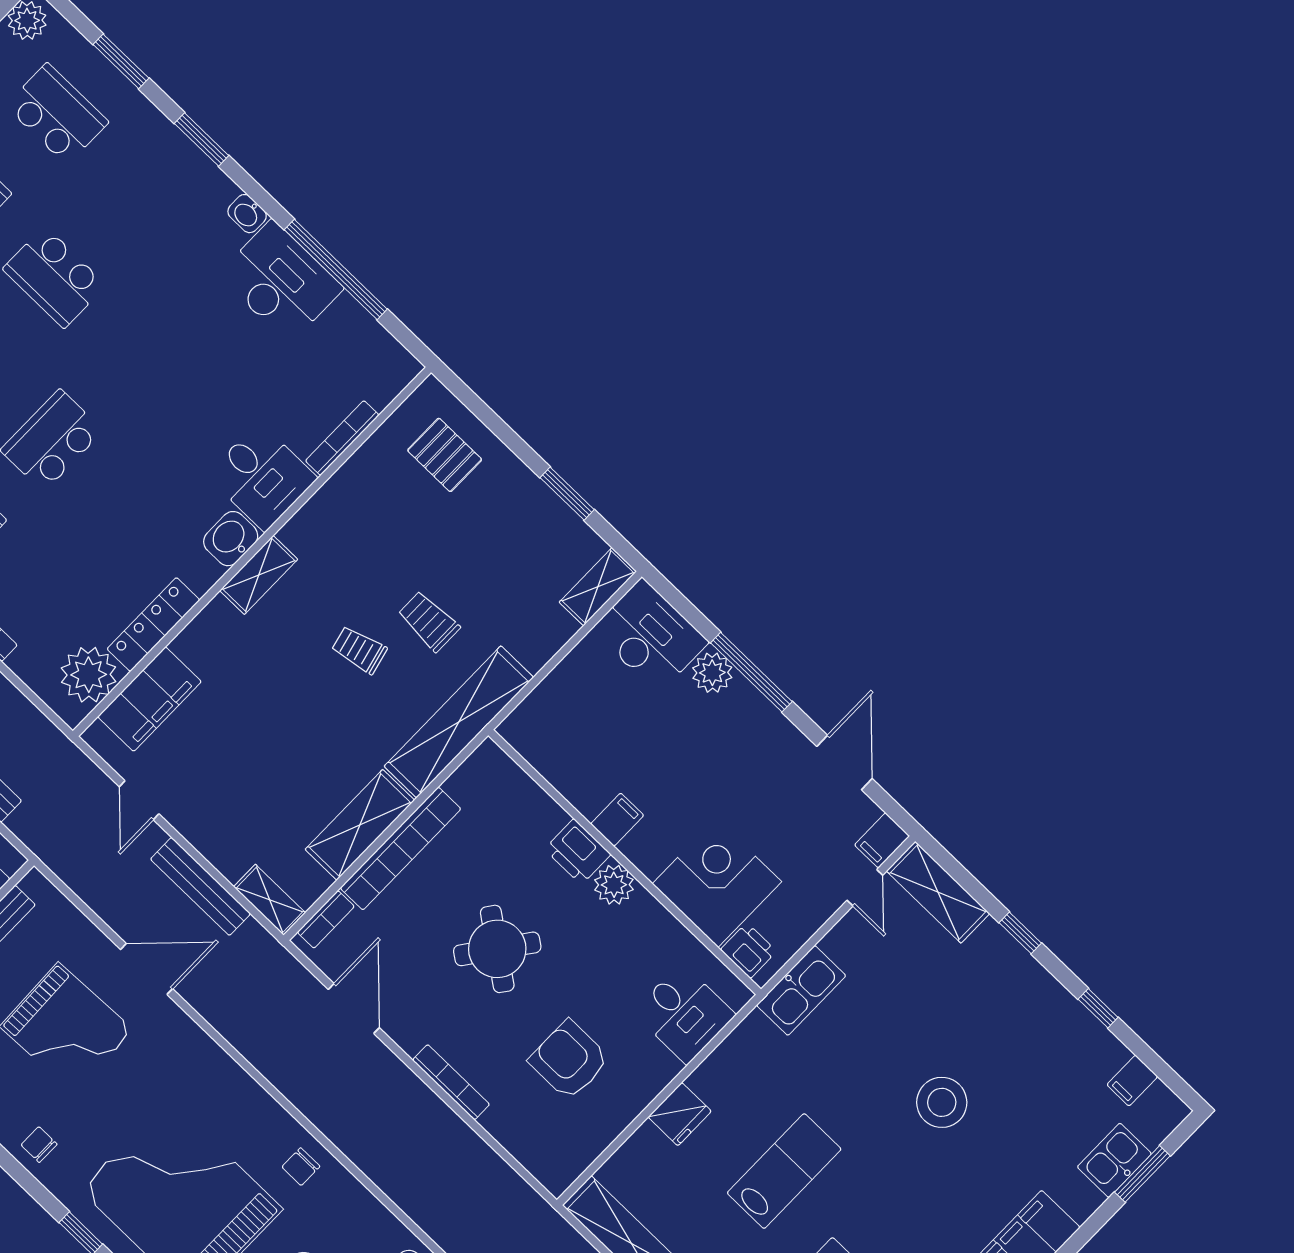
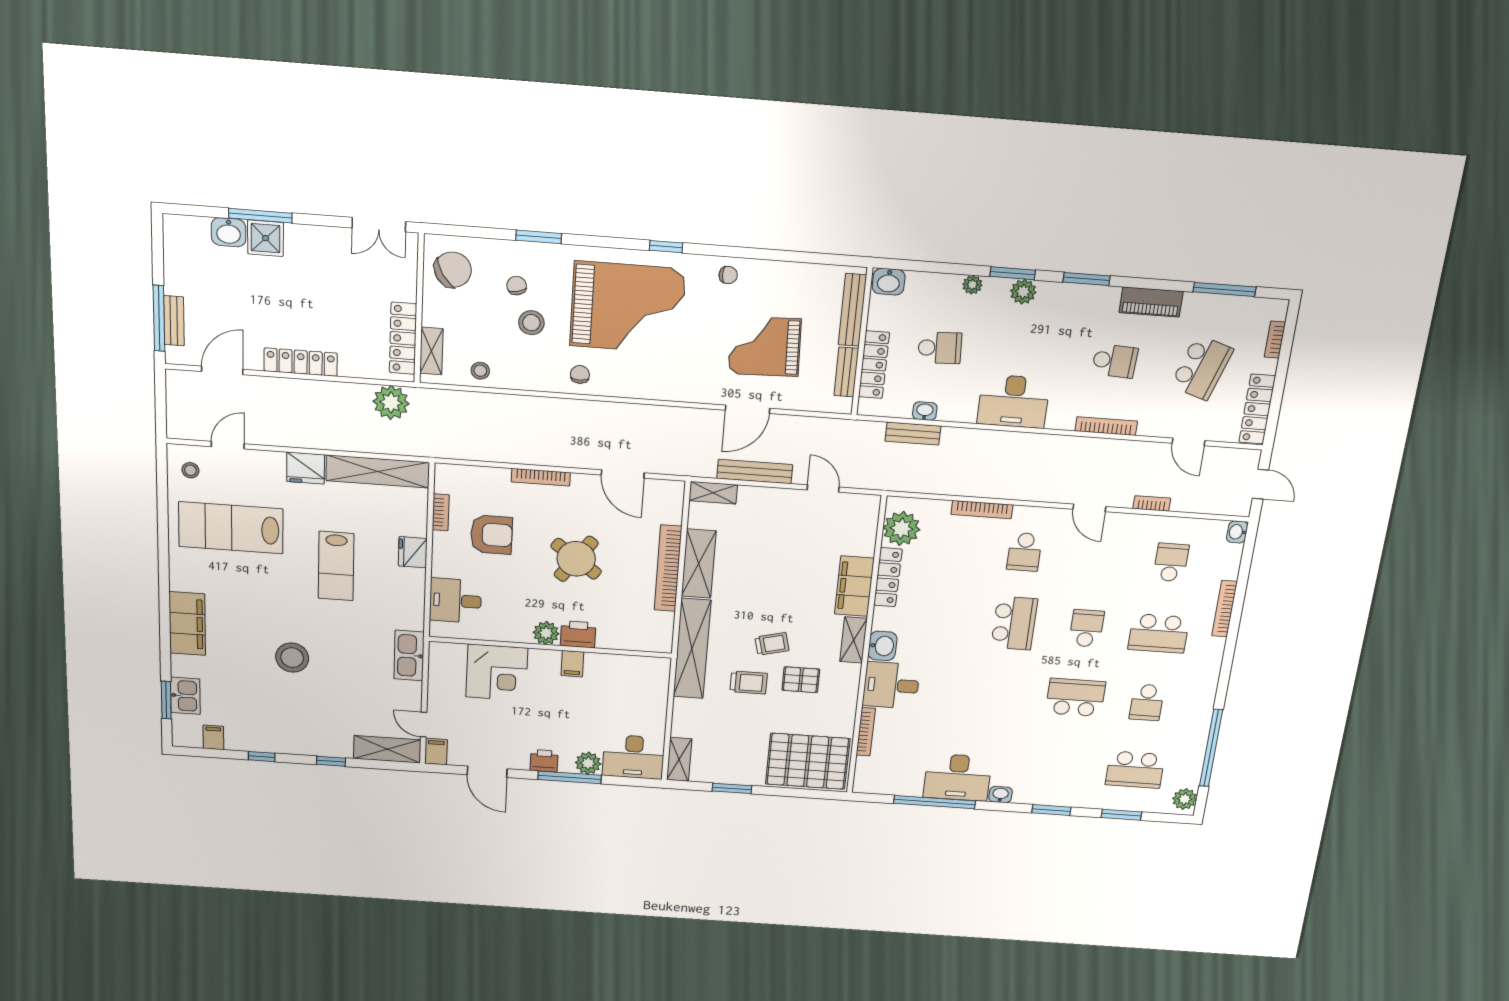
pallet: (445, 455) -> (808, 761), width x2.05, depth x2.00
pallet: (364, 573) -> (801, 680), added
filing cabinet: (150, 699) -> (854, 586), moved
bookcase: (326, 919) -> (441, 512), moved, turned 180
printer: (749, 950) -> (544, 761), moved, turned 180

